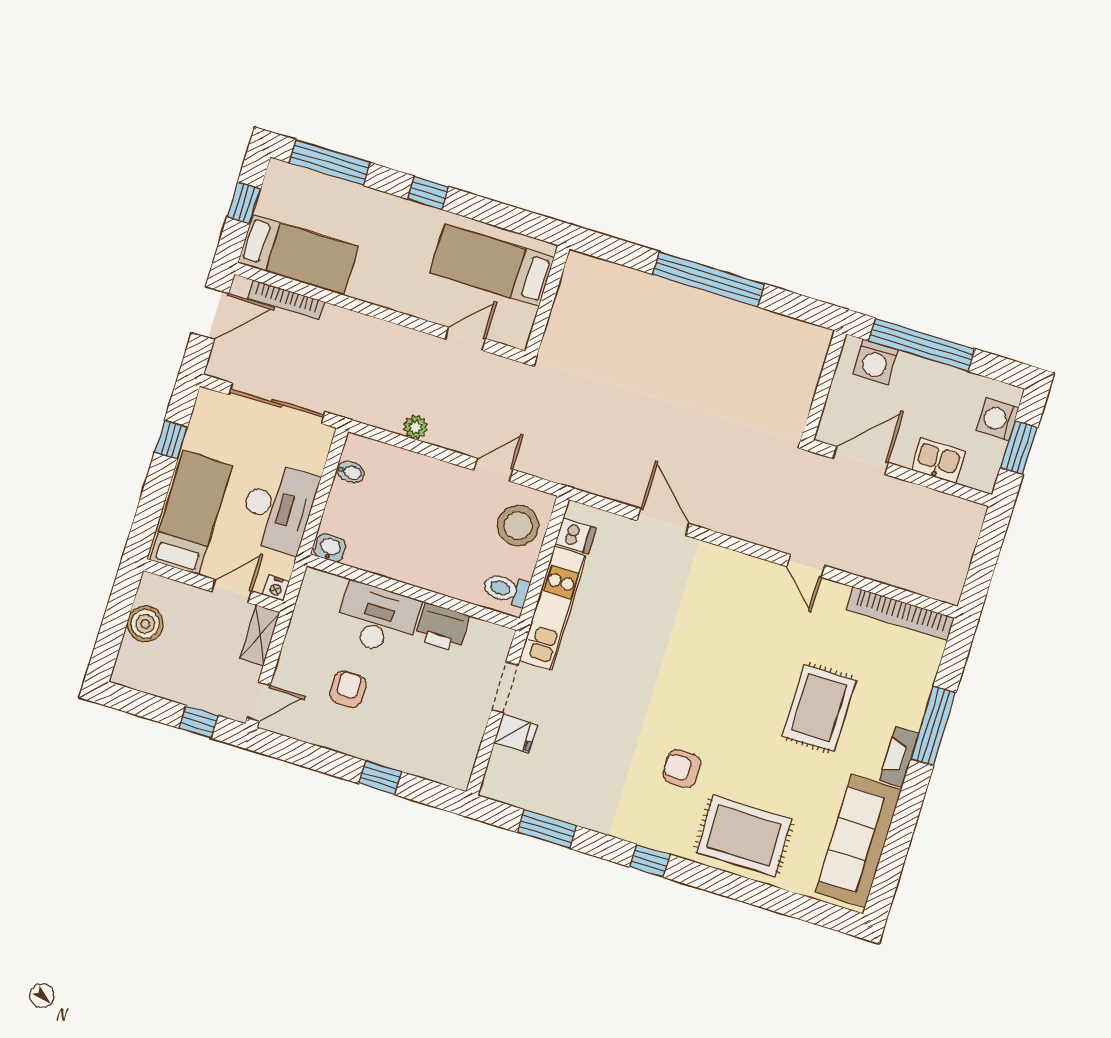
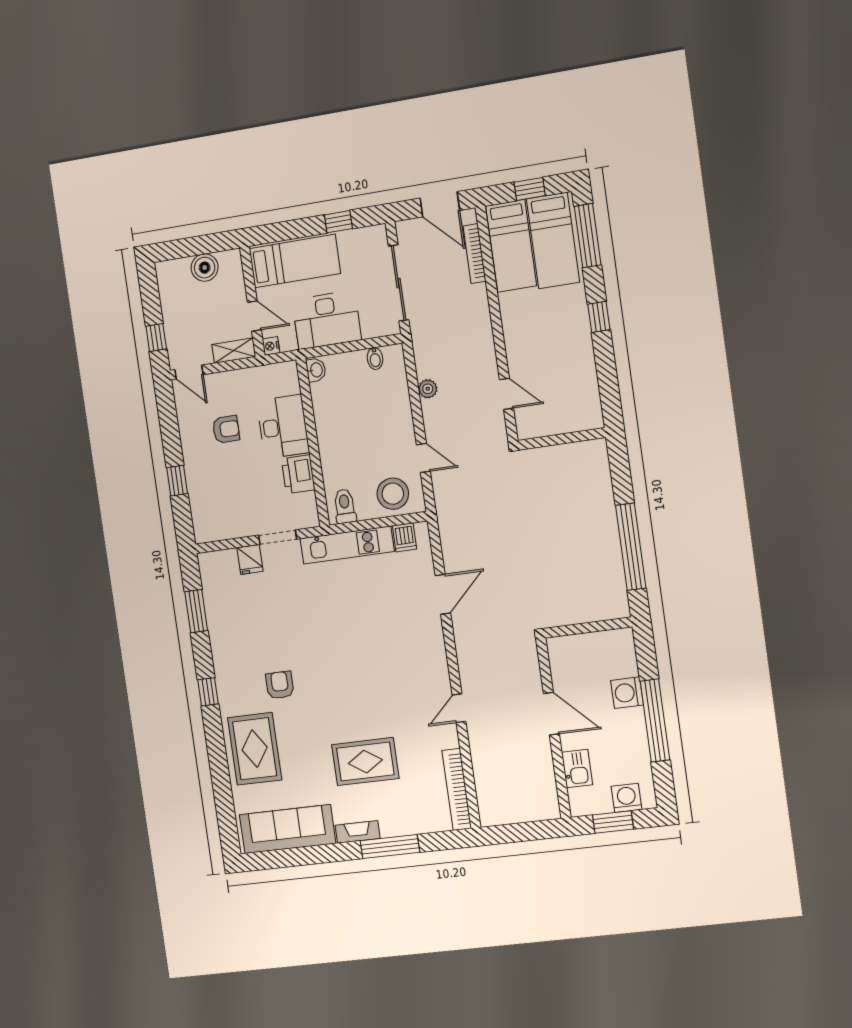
bed: (492, 265) -> (553, 241), moved, turned 180
wall: (824, 385) -> (588, 628), moved

